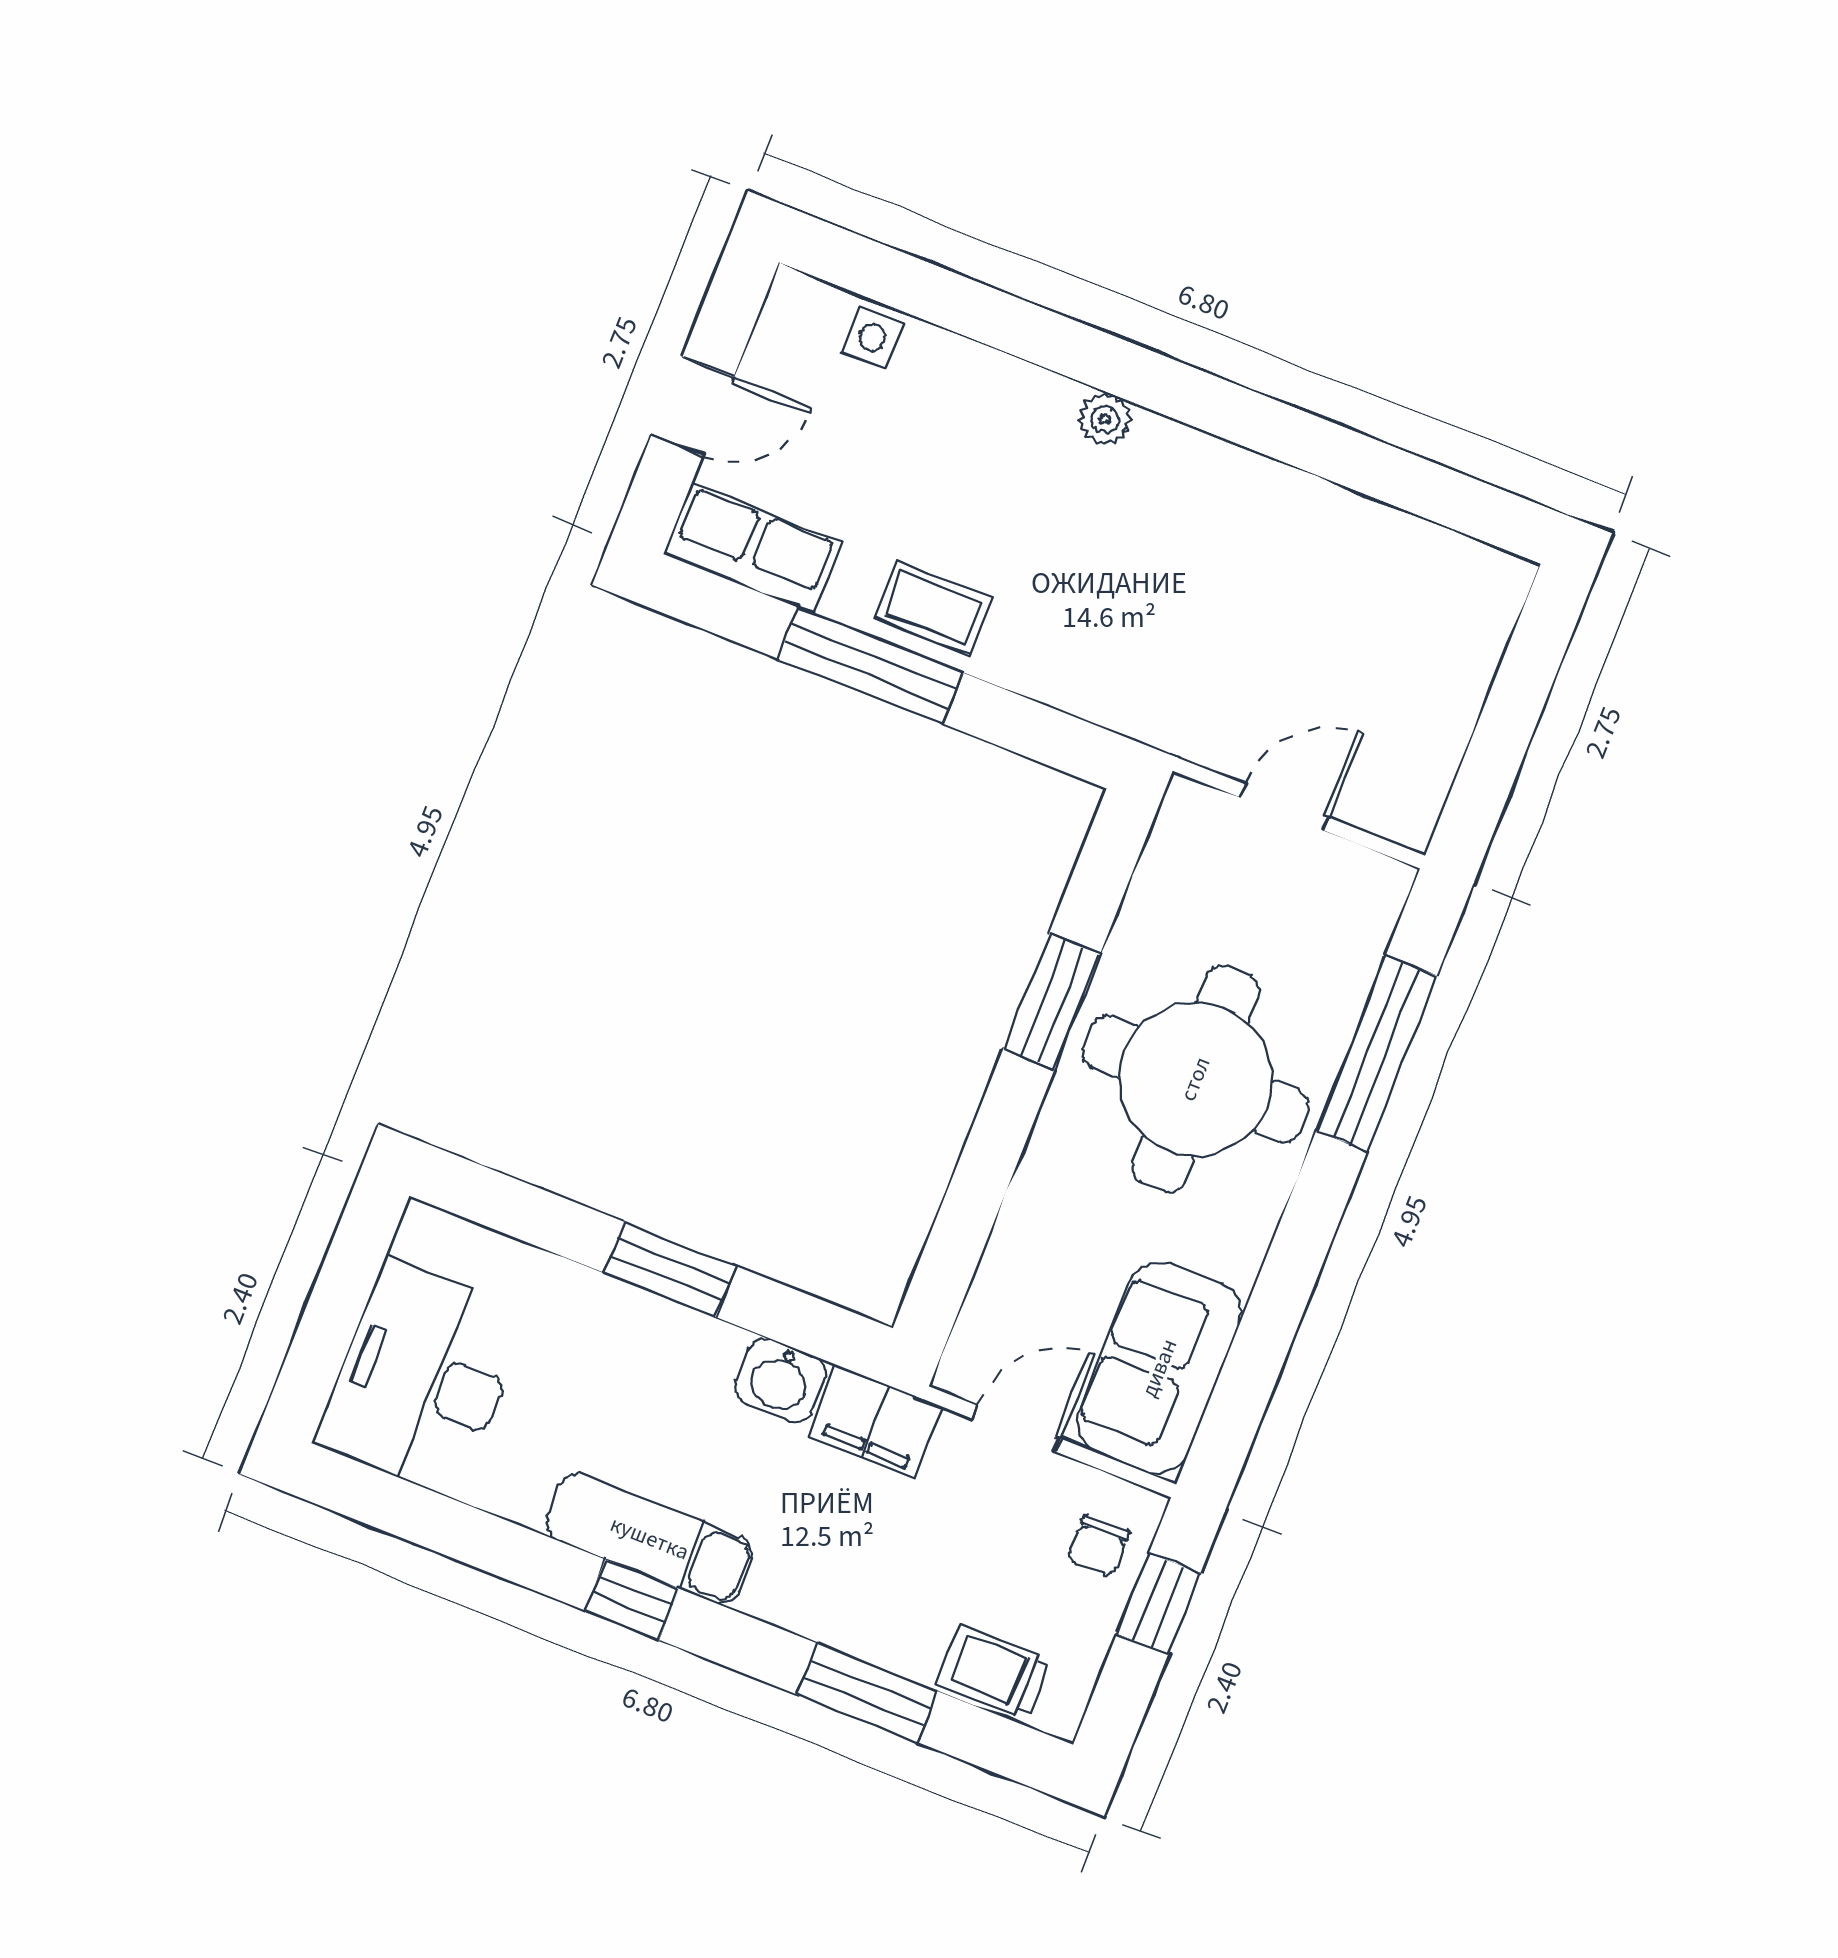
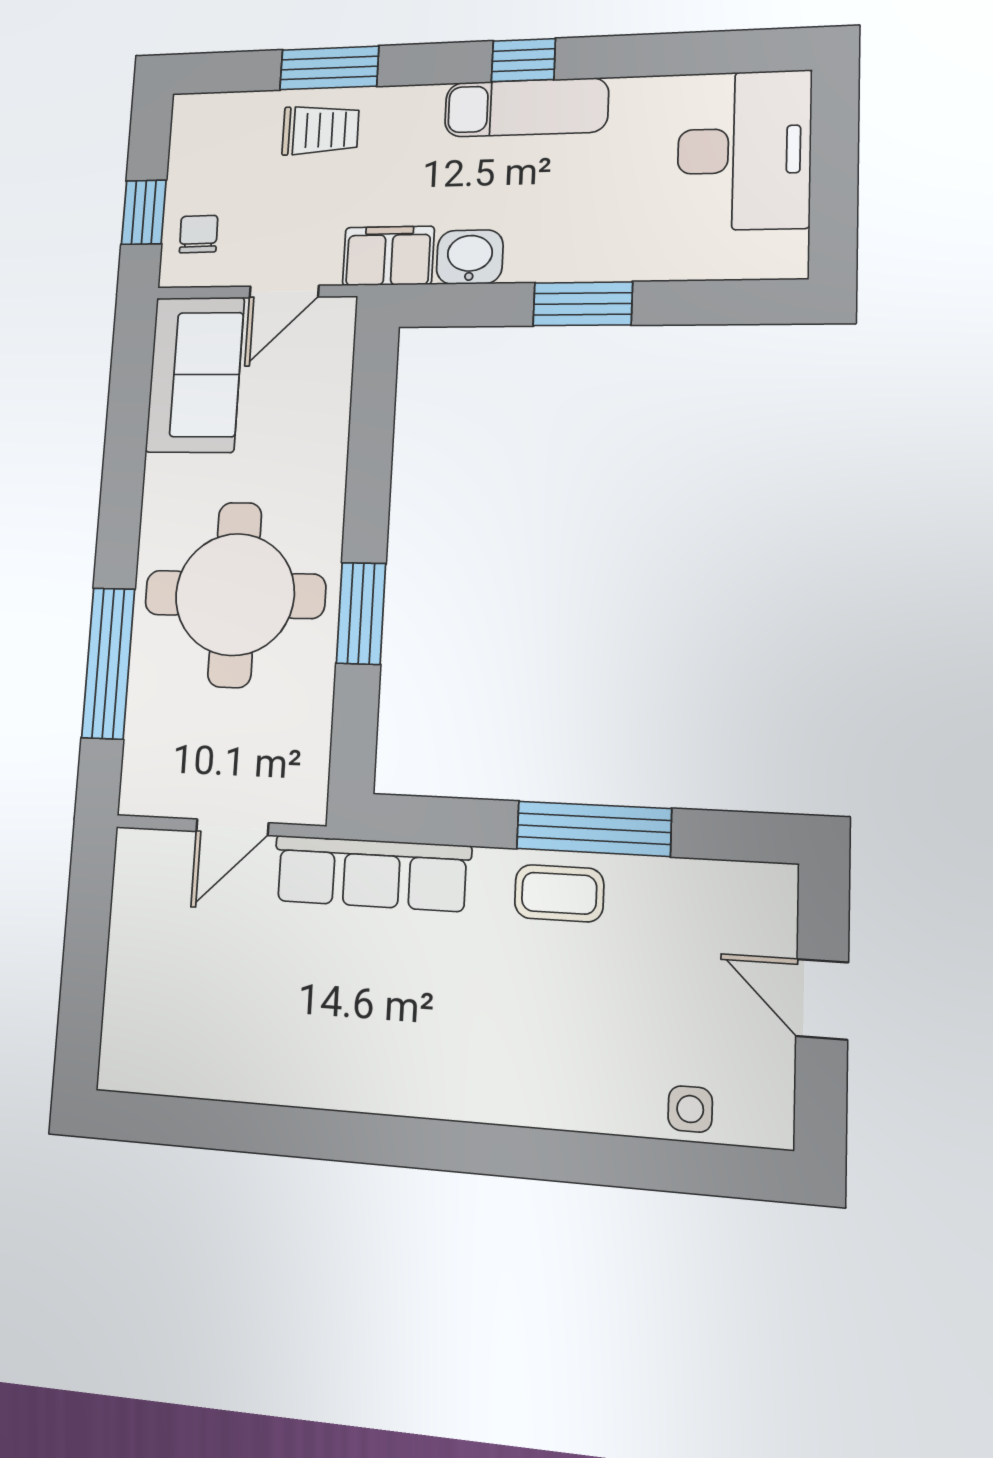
door: (692, 406) -> (822, 999), hinge flipped
plant: (1105, 419) -> (473, 1100), removed
row of seats: (753, 548) -> (372, 873), moved, width x1.48
trolley: (994, 1672) -> (320, 130), moved

